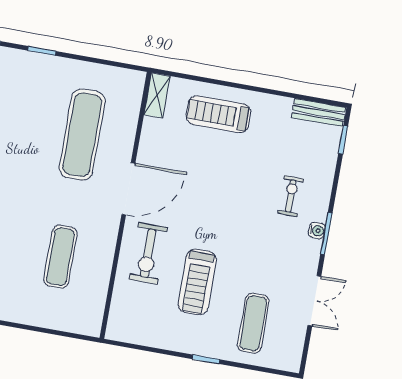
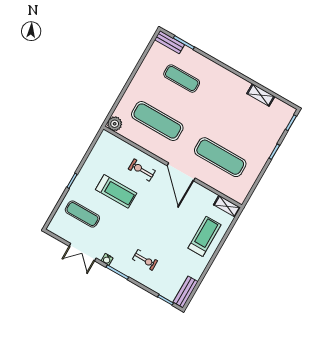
water cooler: (317, 230) -> (107, 259), moved
exercise bike: (148, 253) -> (142, 170), width x0.73, depth x0.72
exercise mat: (60, 257) -> (157, 121), width x1.36, depth x1.45
treadmill: (197, 282) -> (116, 191), turned 180
plant: (90, 324) -> (115, 124), added

